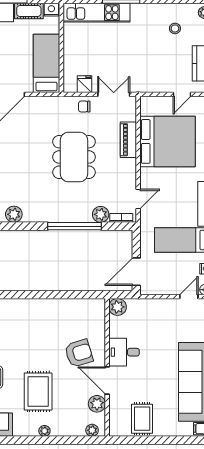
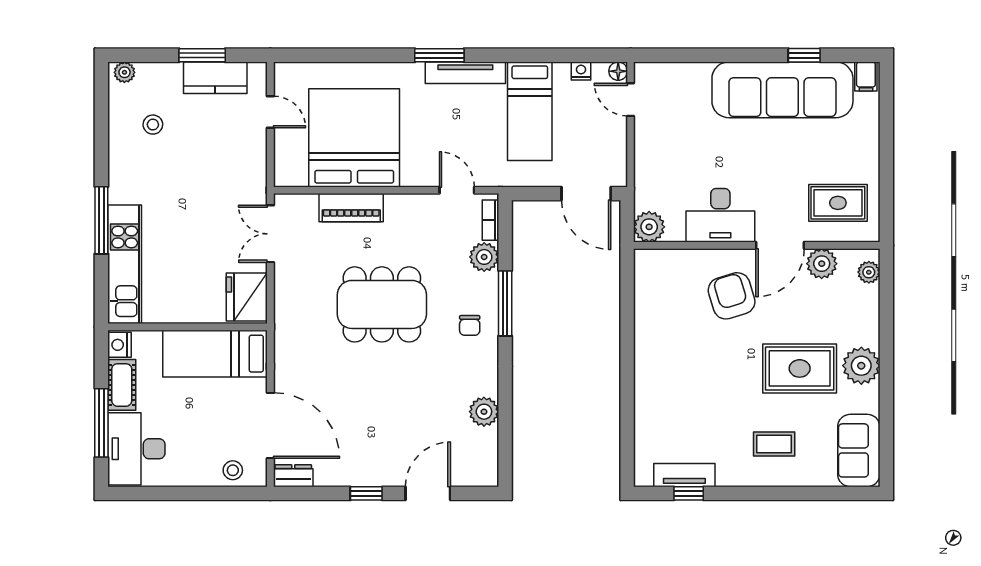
fridge: (85, 84) -> (247, 297), width x1.88, depth x1.34
chair: (84, 107) -> (470, 325), moved
window: (75, 226) -> (505, 303), width x0.68
desk: (124, 352) -> (720, 215), width x1.37
rug: (142, 419) -> (838, 203), moved
plant: (44, 431) -> (861, 366), width x1.87, depth x1.87

